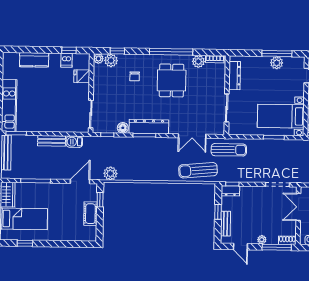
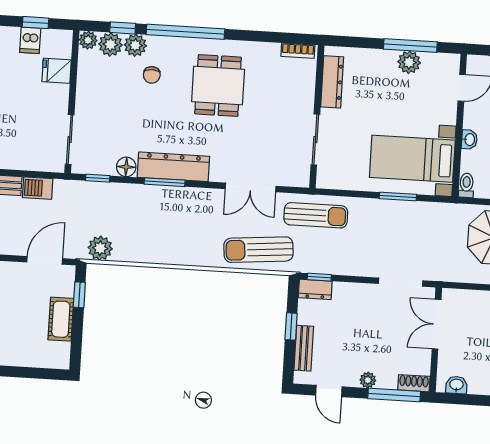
window: (171, 52) -> (185, 32), moved
plant: (198, 61) -> (135, 45), moved

